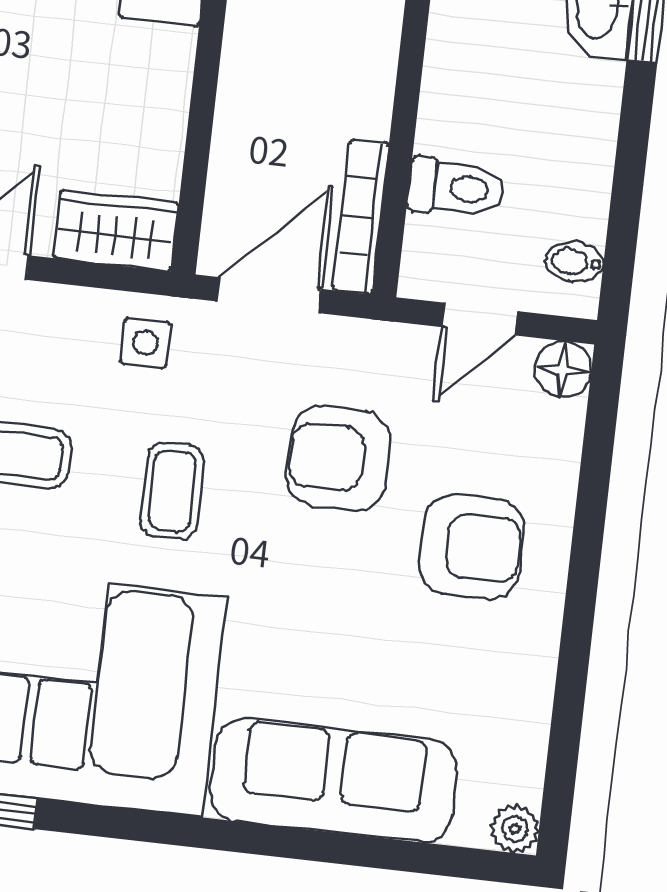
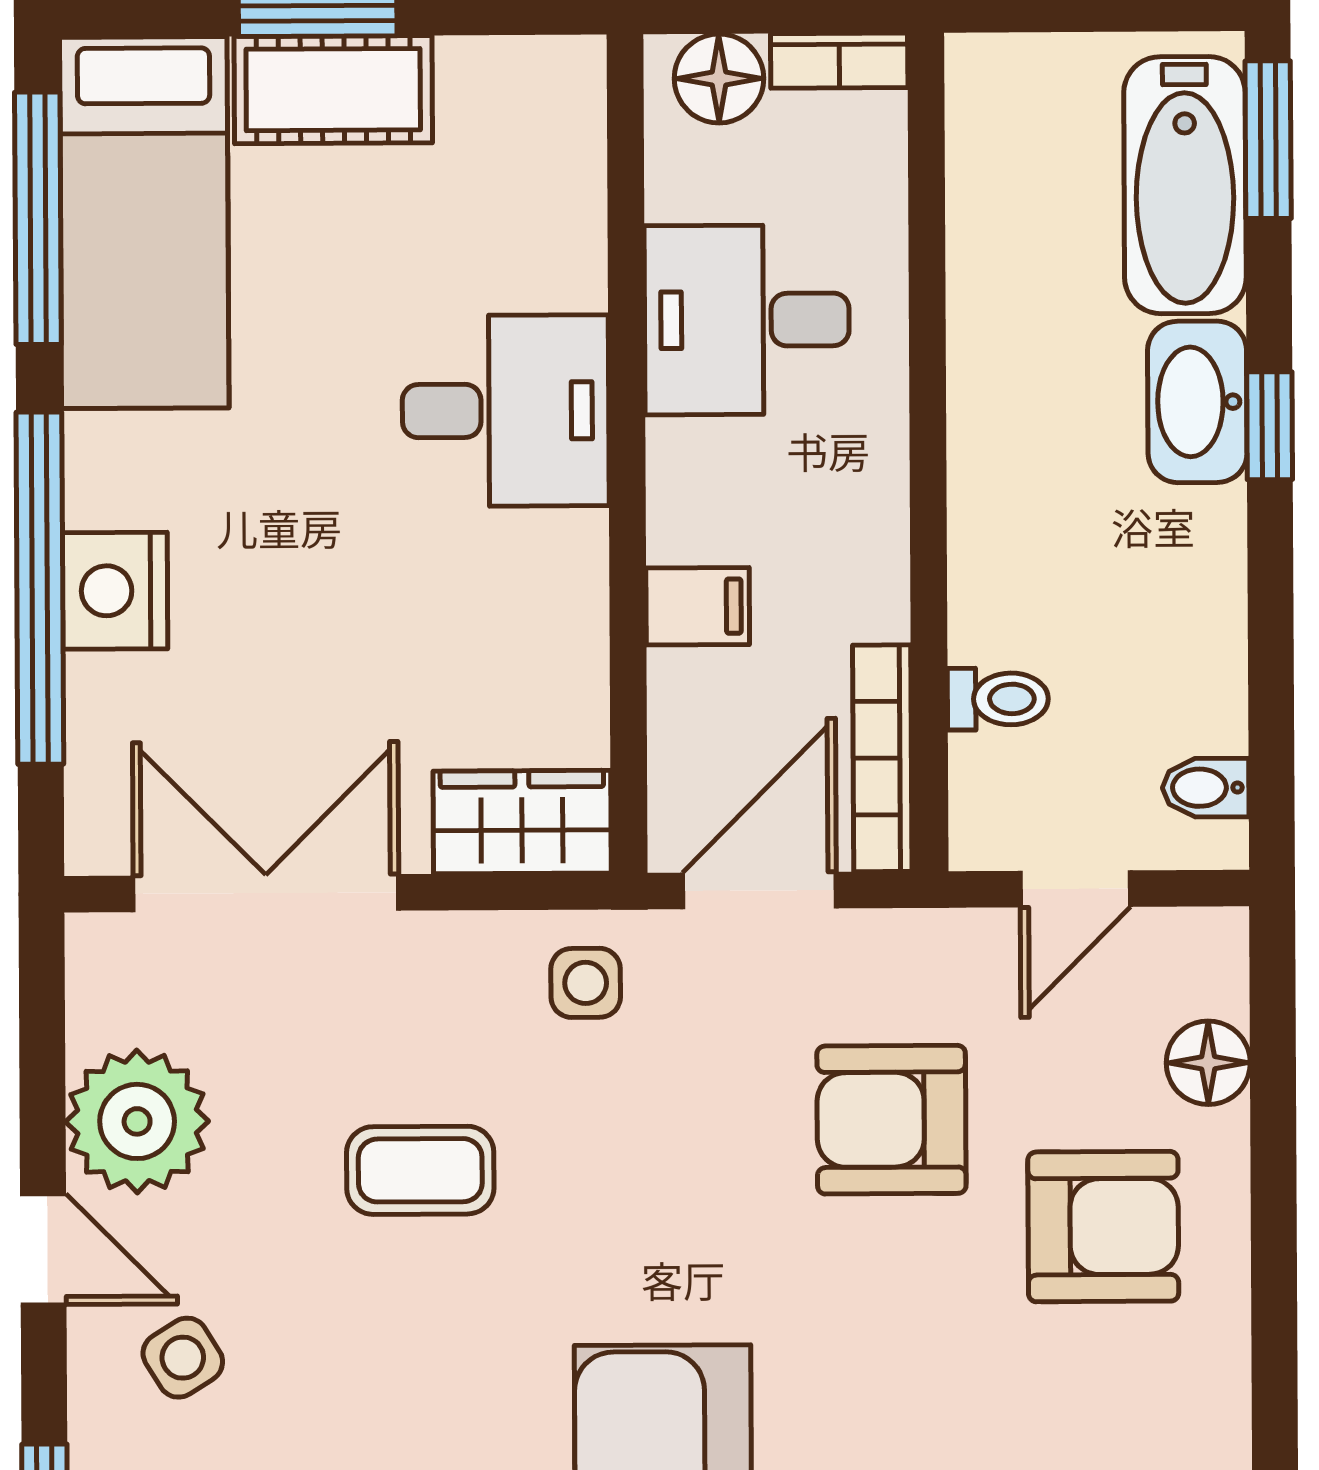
filing cabinet: (250, 101) -> (698, 606), added
toilet: (456, 188) -> (998, 699), width x0.73, depth x0.72
floor lamp: (563, 369) -> (1208, 1063), moved
coffee table: (172, 491) -> (651, 1197), removed

